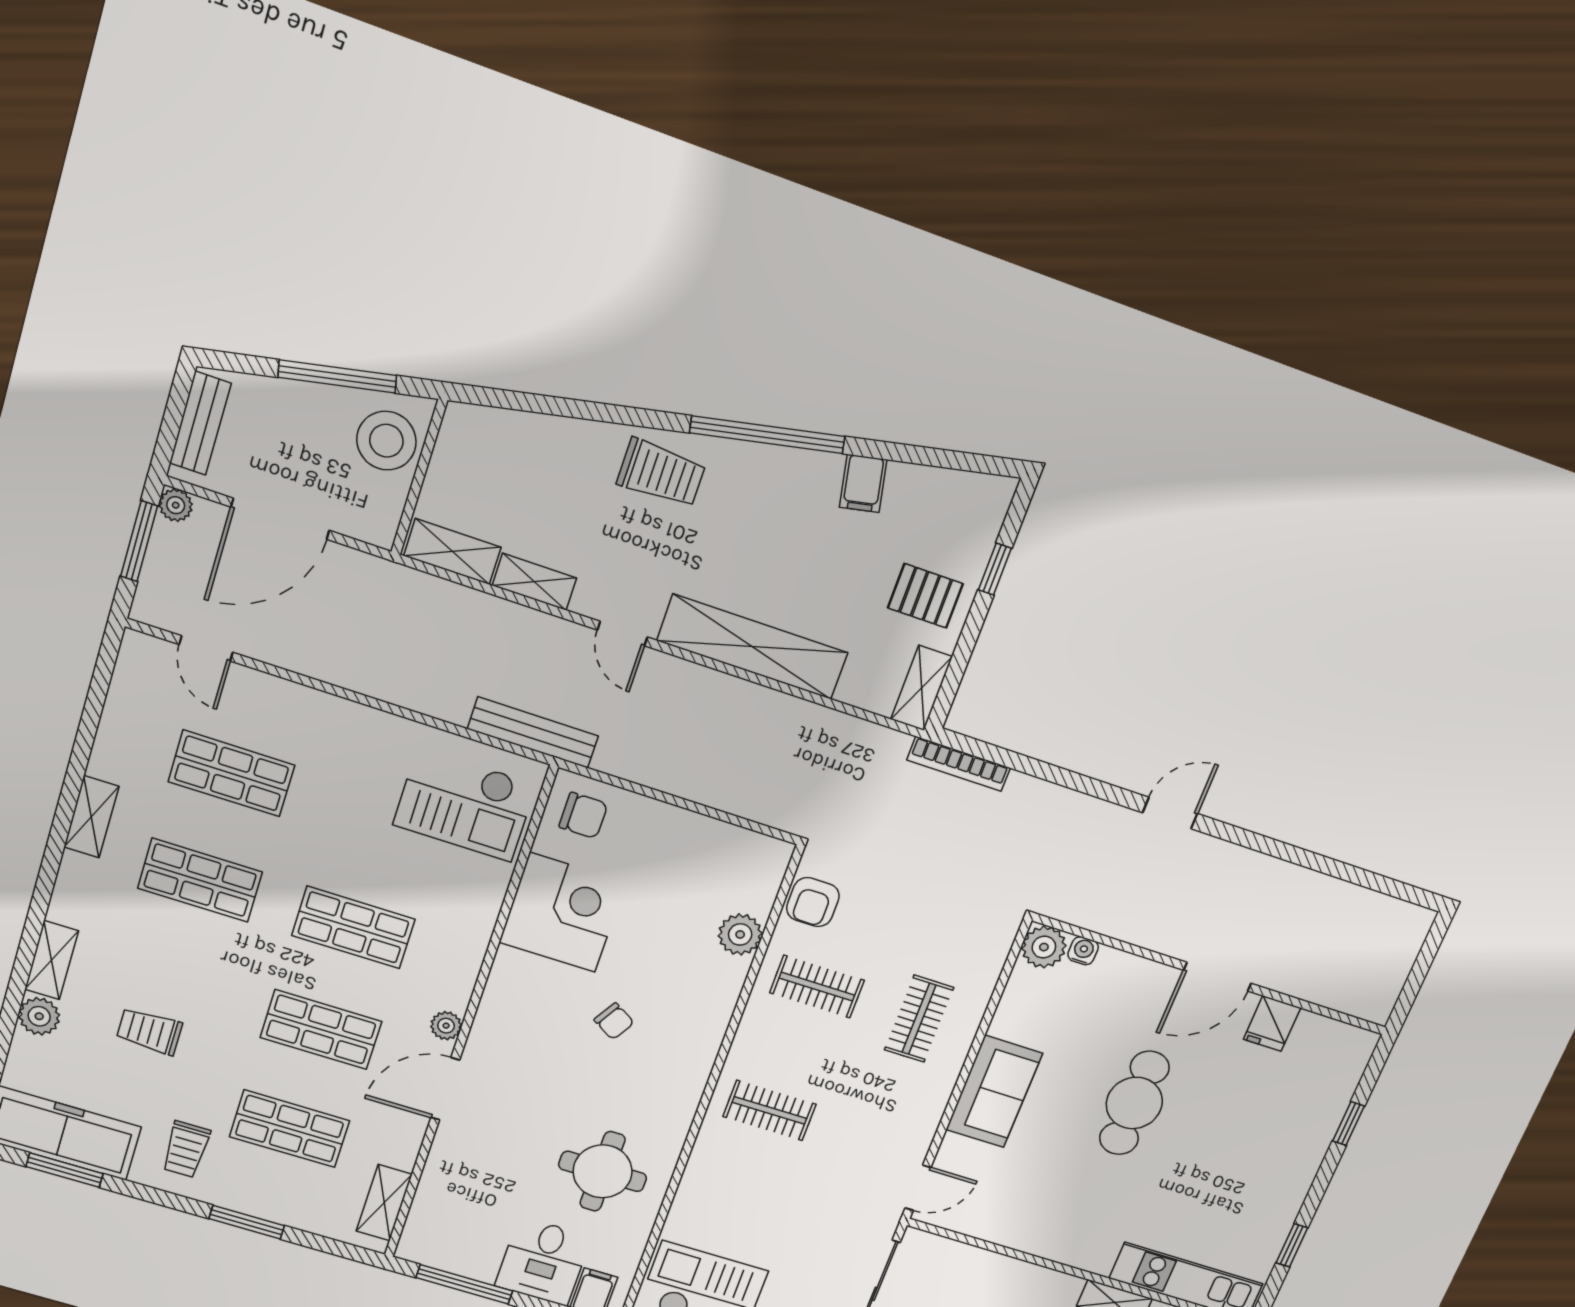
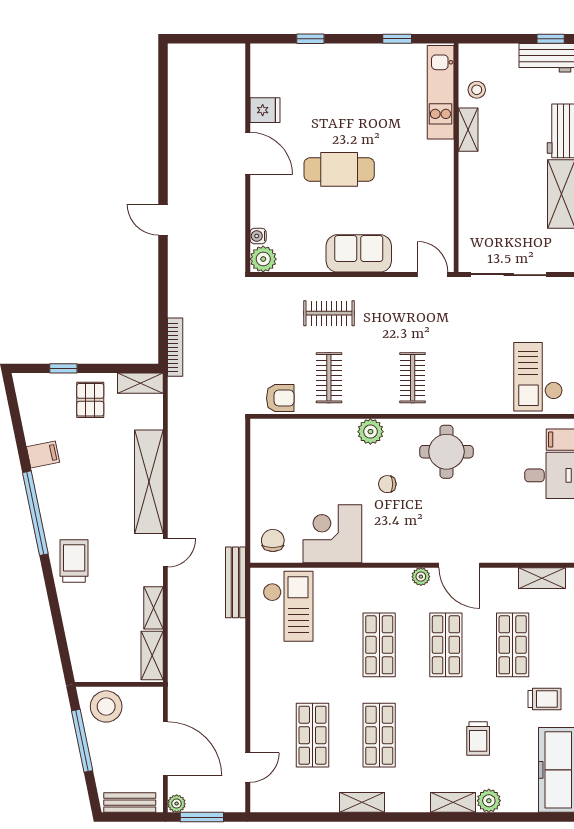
plant: (740, 934) -> (370, 432), moved
chair: (614, 1021) -> (387, 484), turned -121
round table: (603, 1171) -> (446, 452), moved

